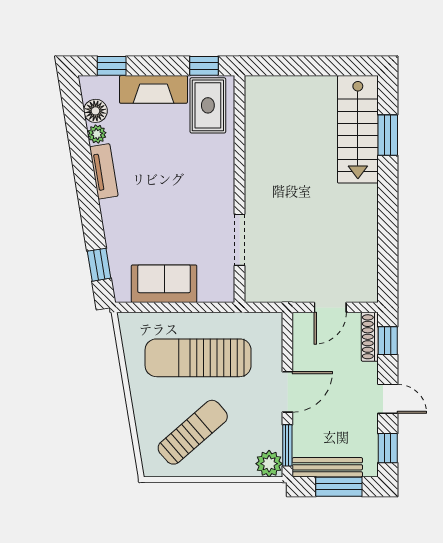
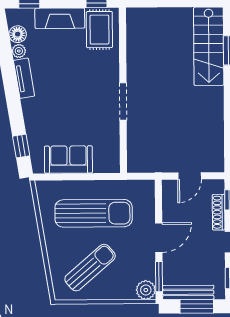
doorway: (240, 240) -> (123, 101), moved
shoe rack: (370, 337) -> (219, 212), moved
sun lounger: (198, 358) -> (94, 213), turned 180

